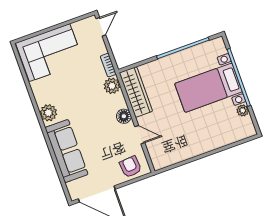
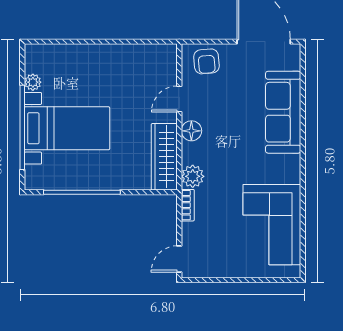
corner sofa: (50, 53) -> (272, 225), moved, turned -90
plant: (48, 113) -> (289, 171), removed
door: (140, 135) -> (179, 99), hinge flipped

